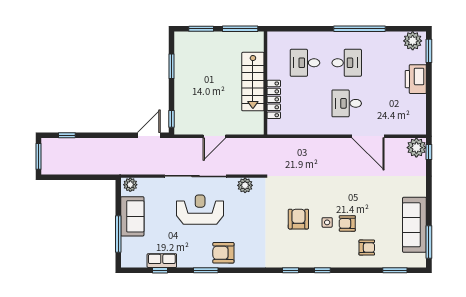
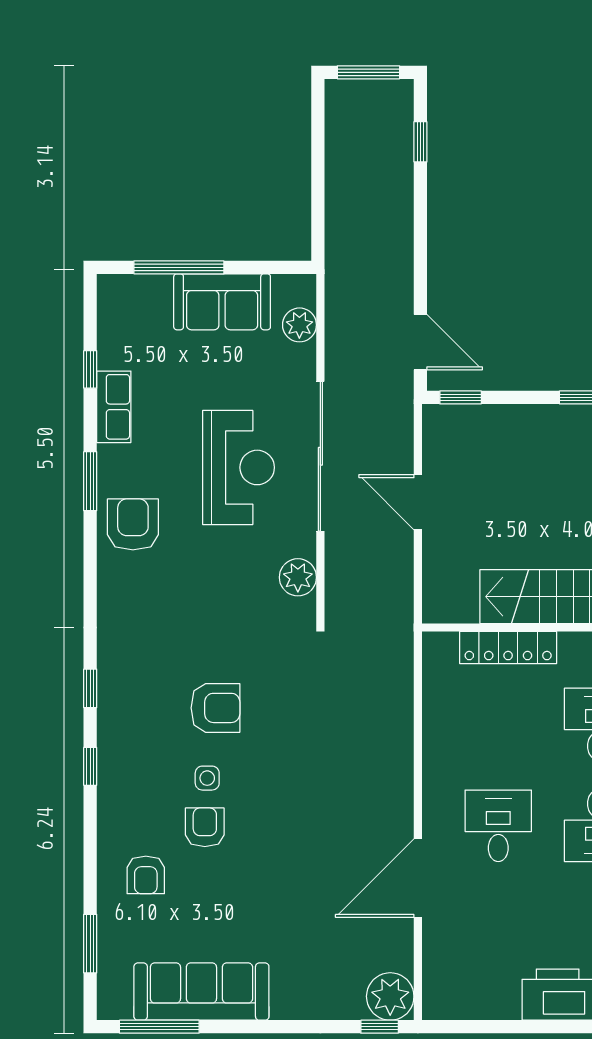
plant: (130, 185) -> (299, 325), moved
row of seats: (162, 261) -> (114, 407), moved

